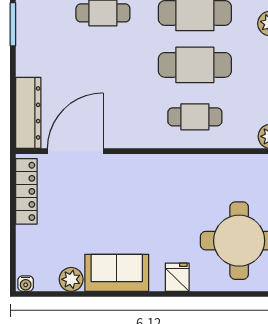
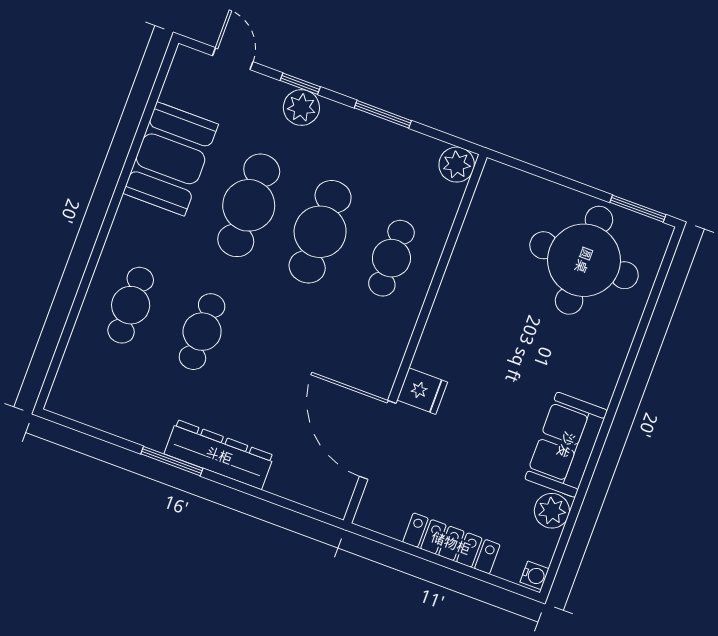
dresser: (28, 113) -> (219, 455), moved
locker: (26, 191) -> (451, 543), moved
fridge: (177, 277) -> (422, 391), moved, turned 180

